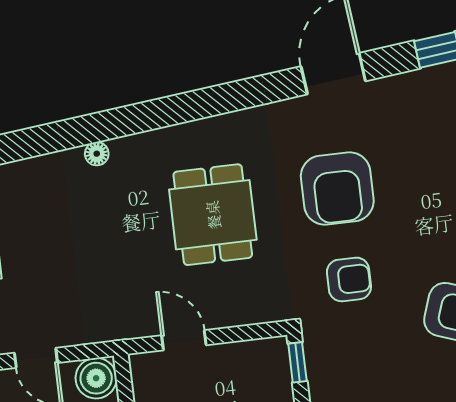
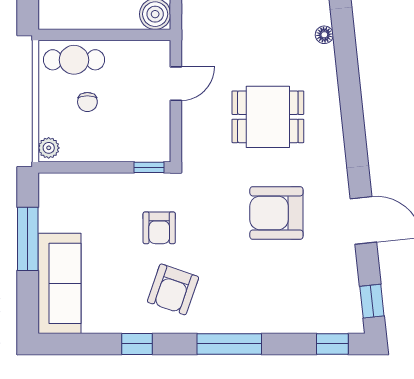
armchair: (349, 279) -> (159, 228), moved

